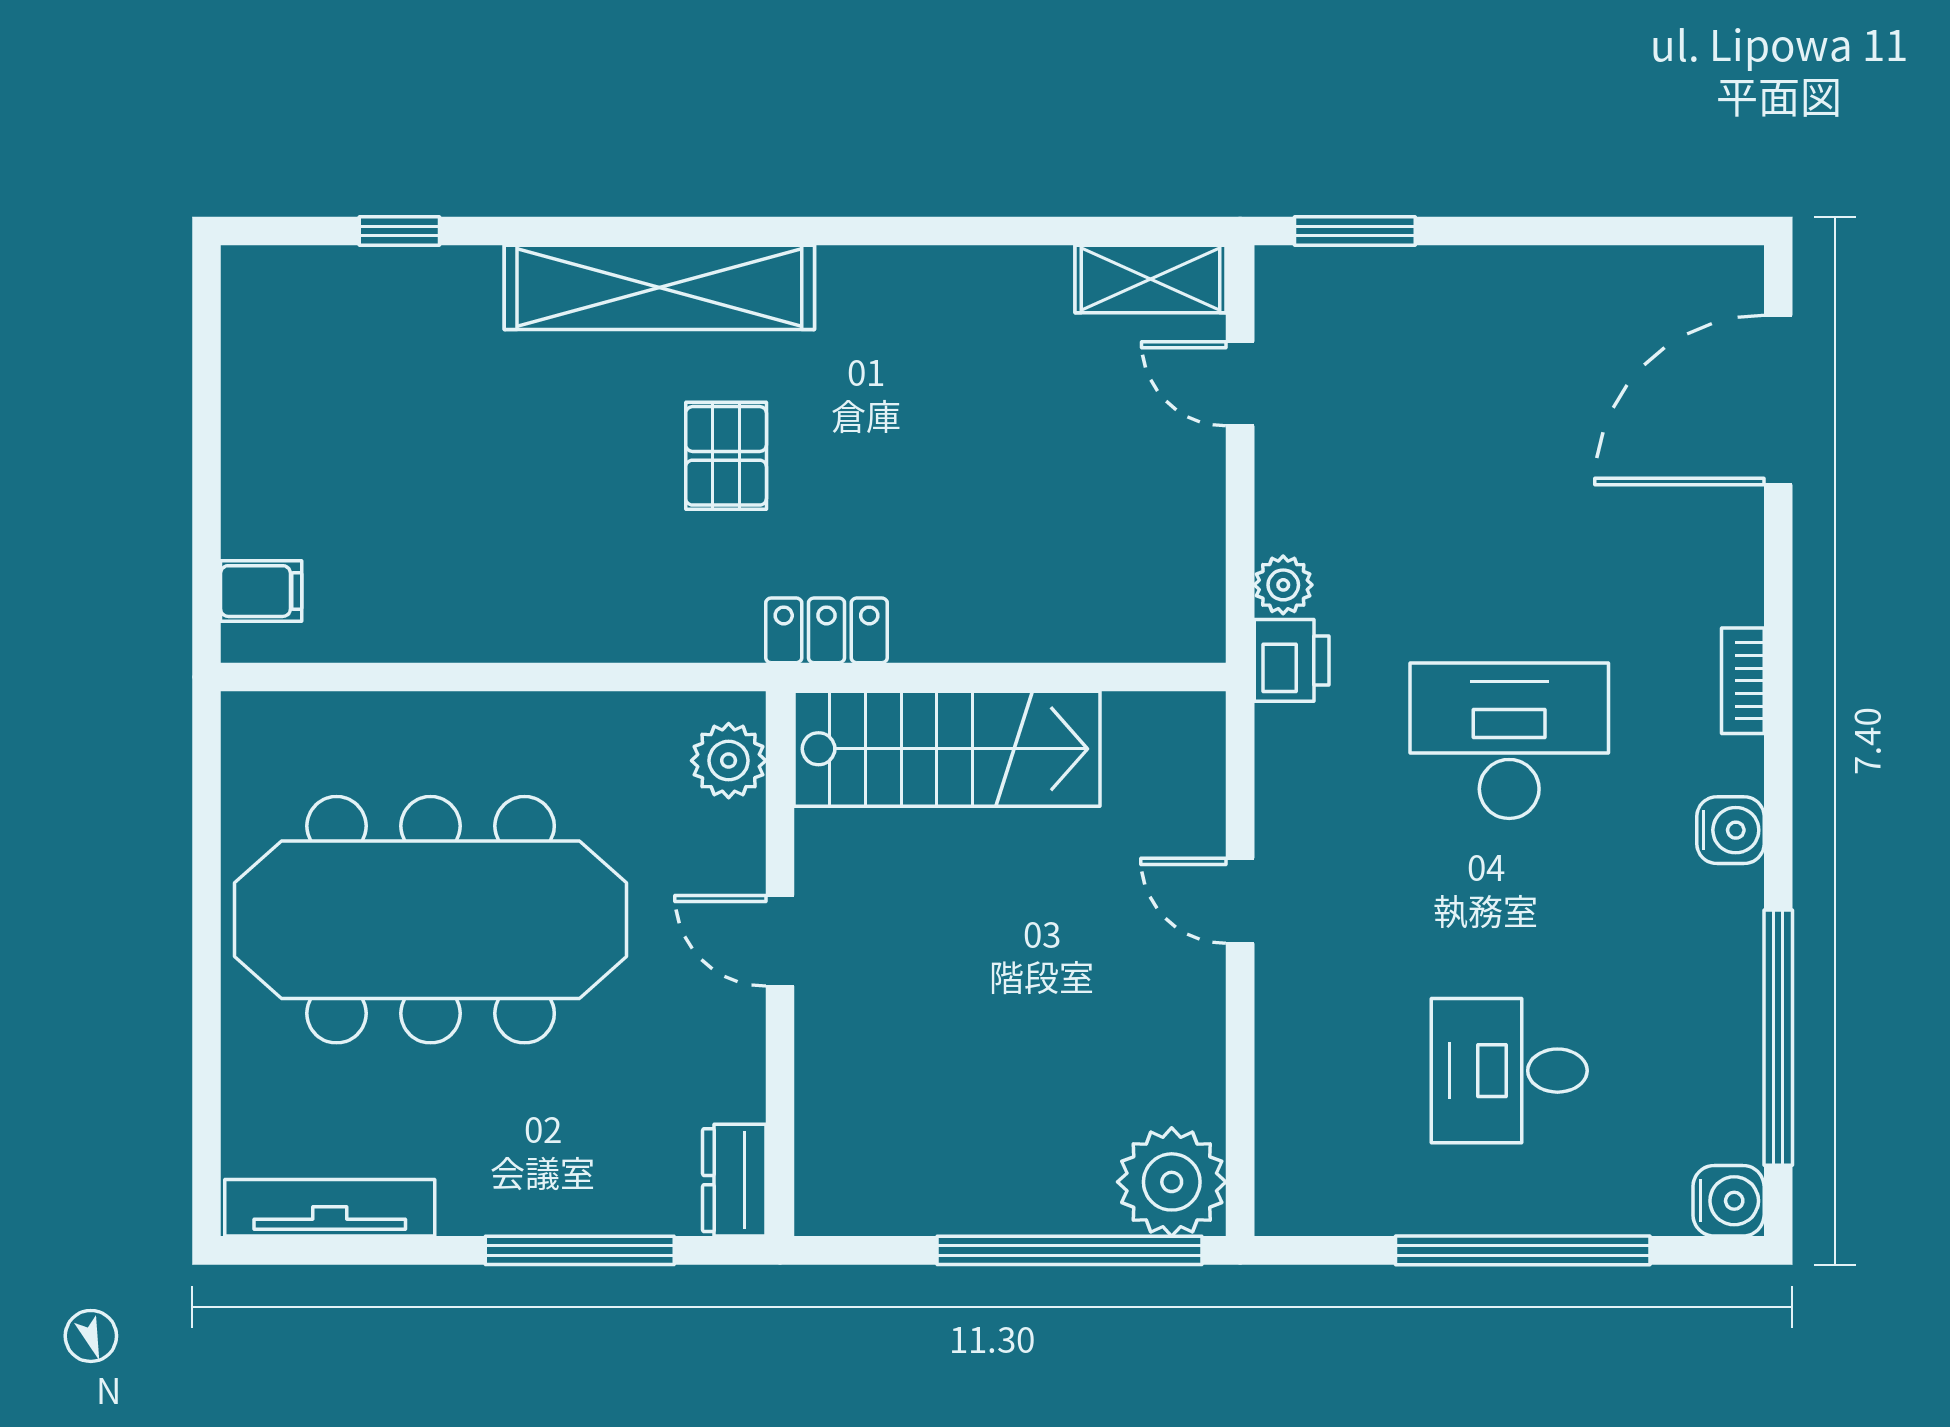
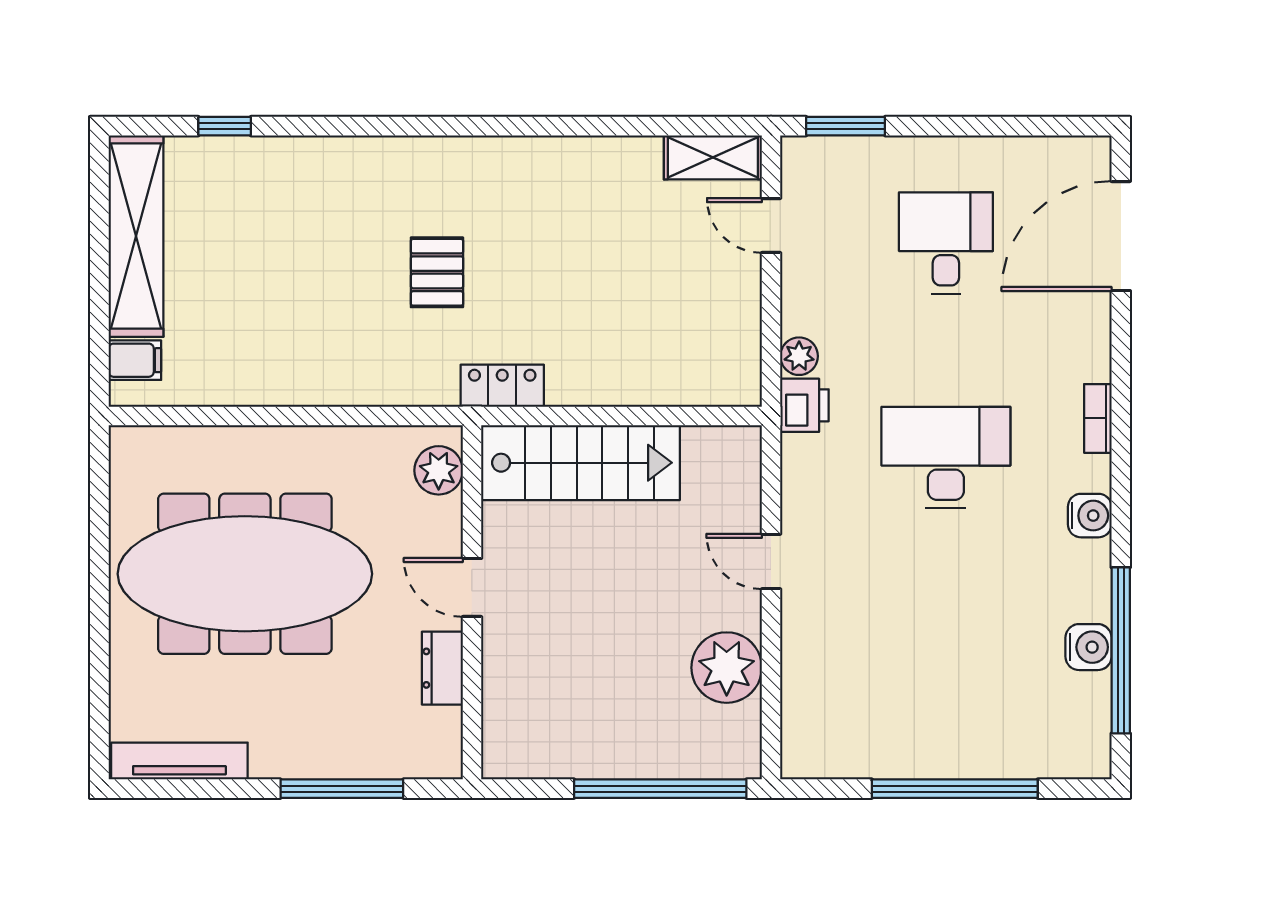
shelving: (659, 287) -> (136, 236), moved, turned 90
desk: (1509, 1071) -> (946, 243), moved, turned 90
dresser: (734, 1180) -> (442, 668), moved
plant: (1172, 1182) -> (727, 668), moved
water cooler: (1729, 1201) -> (1088, 647), moved

